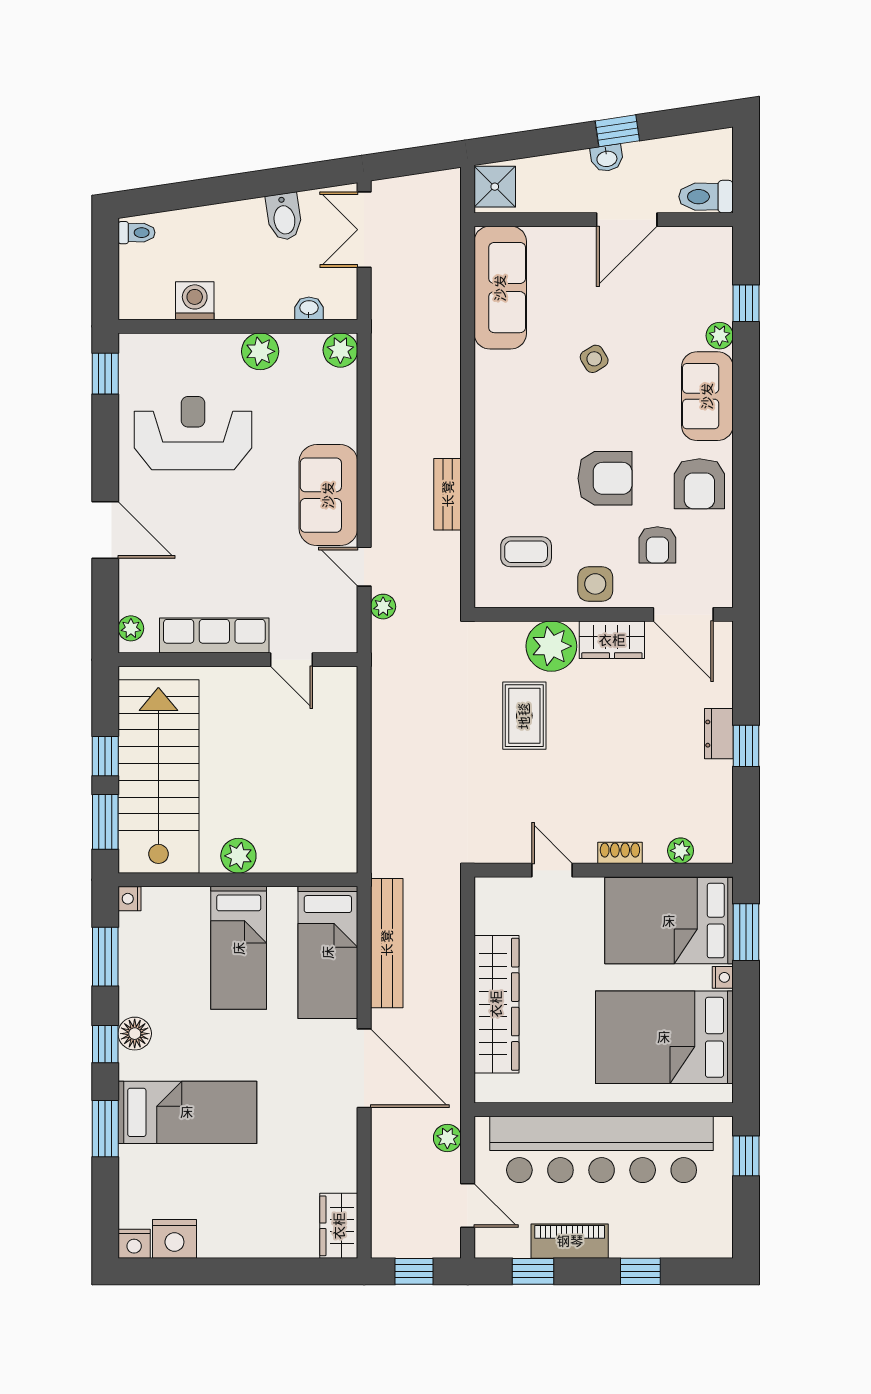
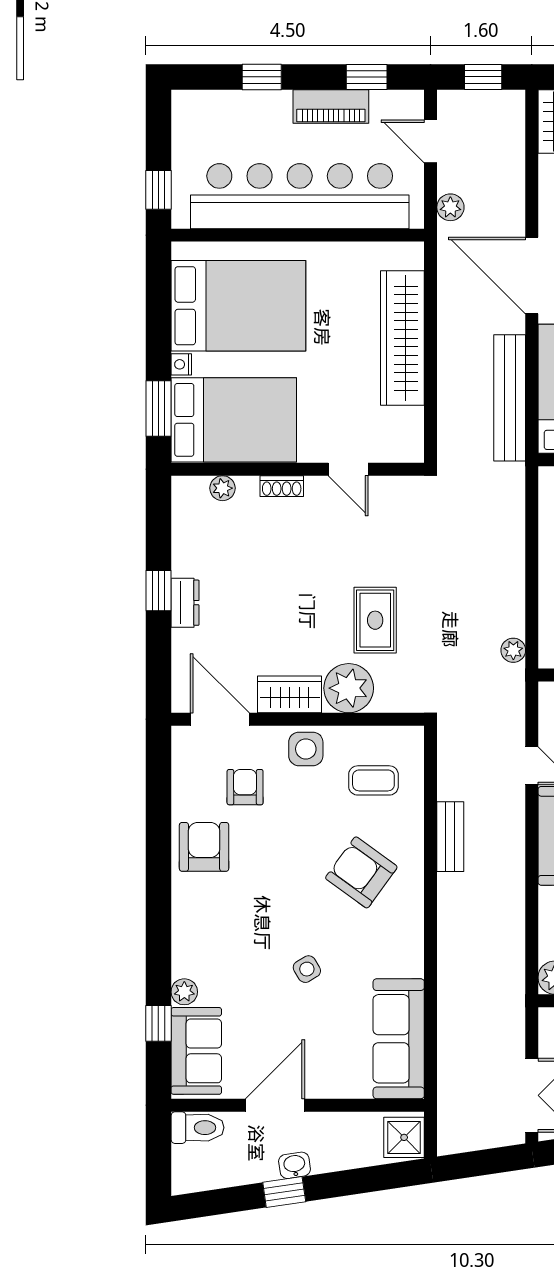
sofa: (707, 396) -> (196, 1051), moved
armchair: (605, 478) -> (361, 872), moved, turned 36
plant: (383, 607) -> (513, 650), moved

